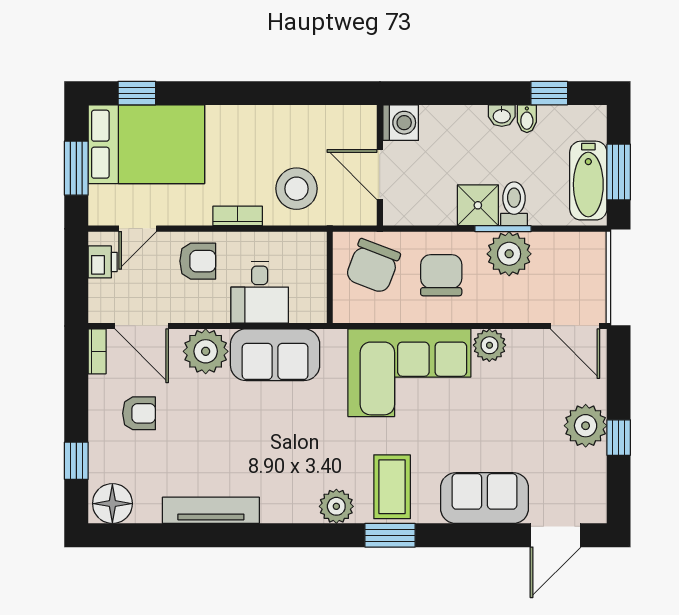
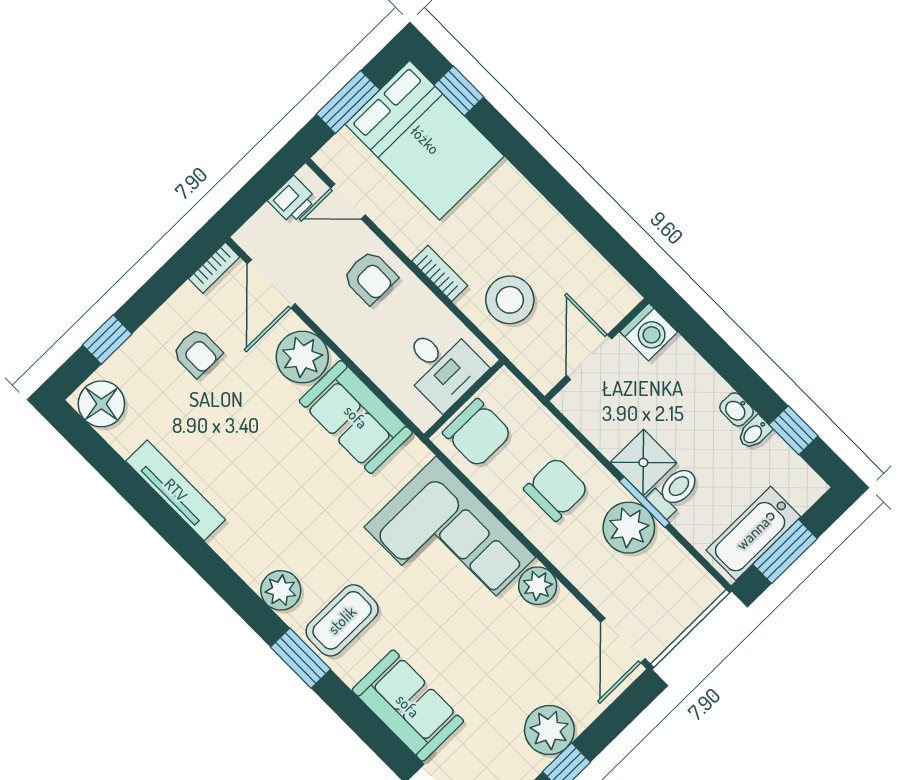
chair: (373, 266) -> (477, 433), moved, turned -111
desk: (260, 292) -> (442, 366), moved, turned -90

